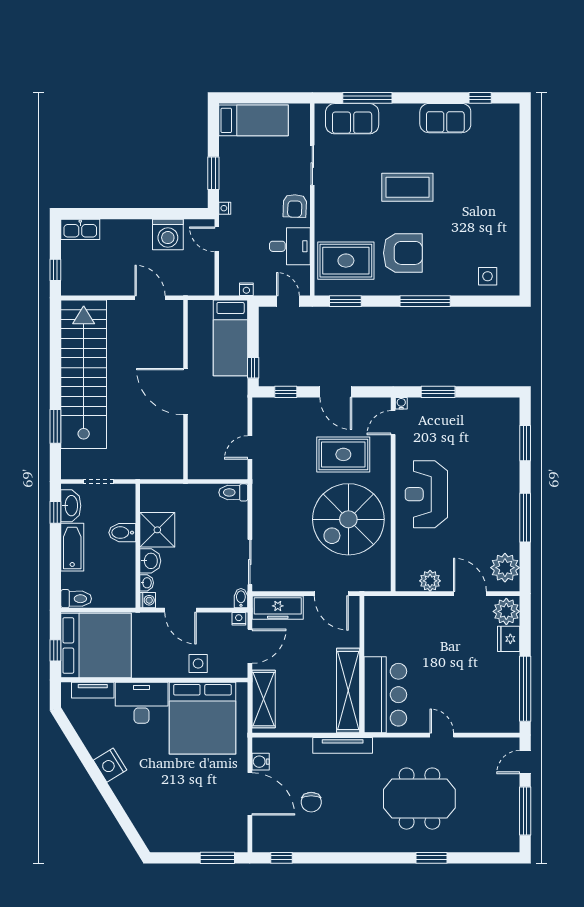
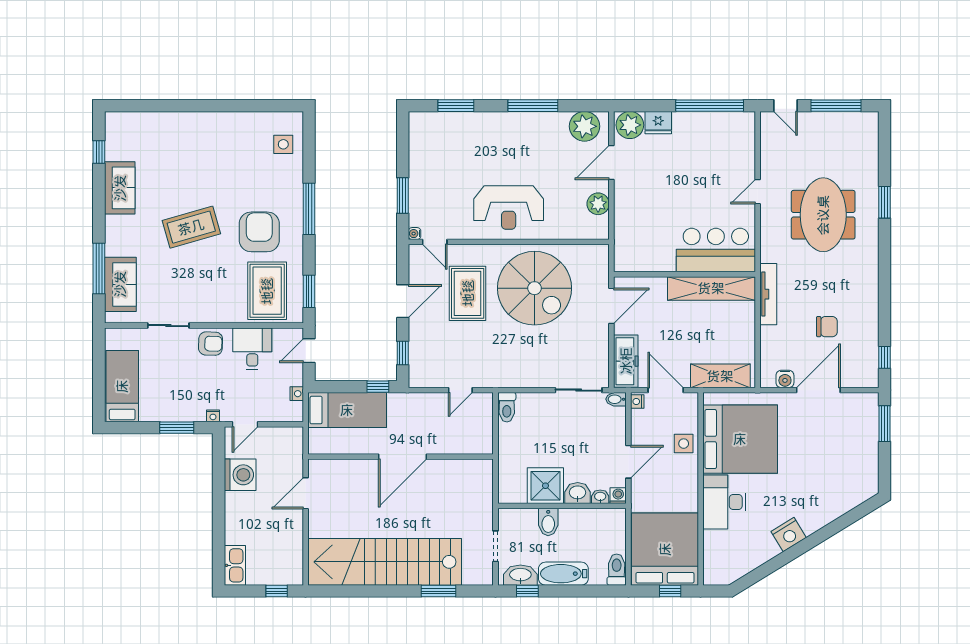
coffee table: (407, 187) -> (191, 227), turned 74
door: (250, 447) -> (460, 390), hinge flipped
tv unit: (93, 690) -> (711, 552), removed

